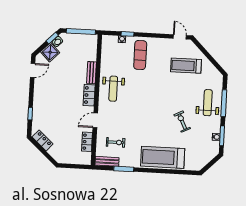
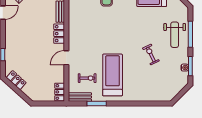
weight bench: (113, 89) -> (82, 26), removed
weight bench: (208, 103) -> (175, 35), turned 180
locker: (87, 142) -> (60, 92), moved
treadmill: (163, 157) -> (113, 75), moved, turned 90

